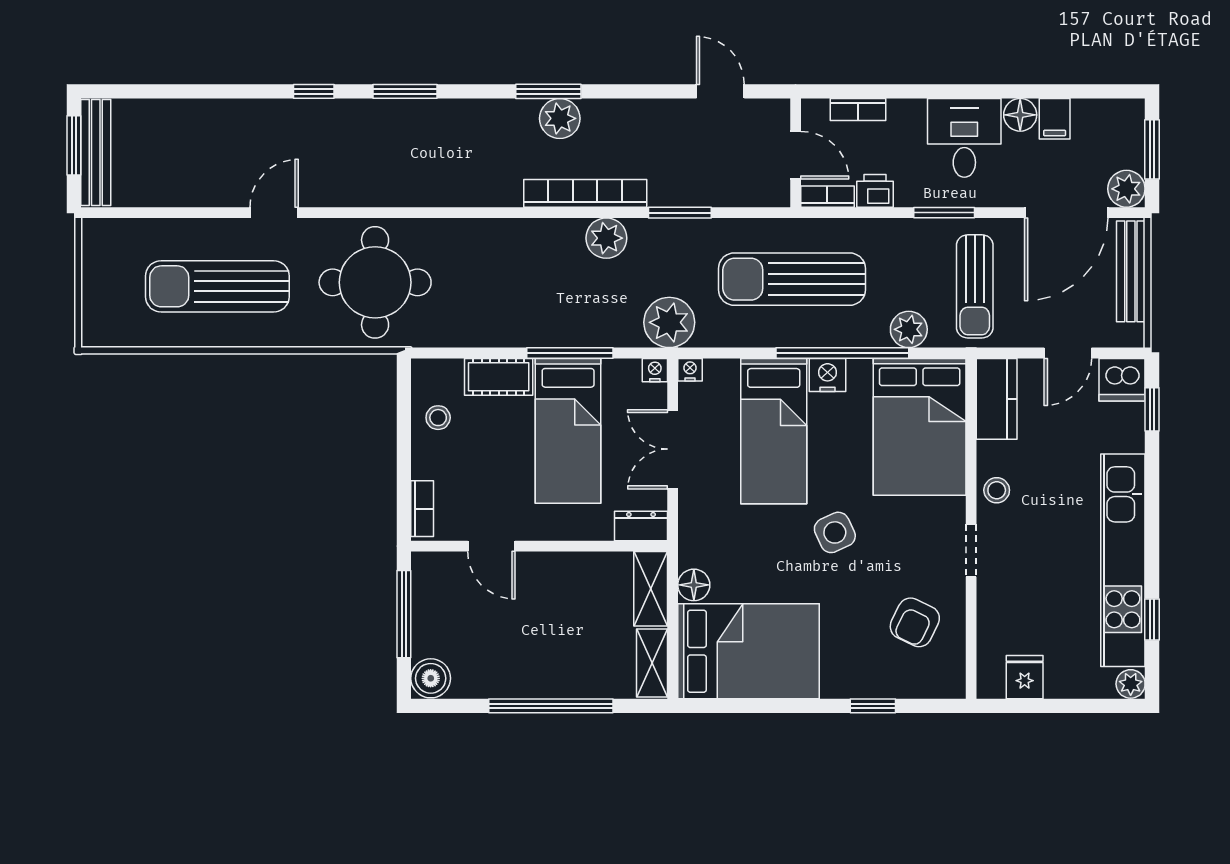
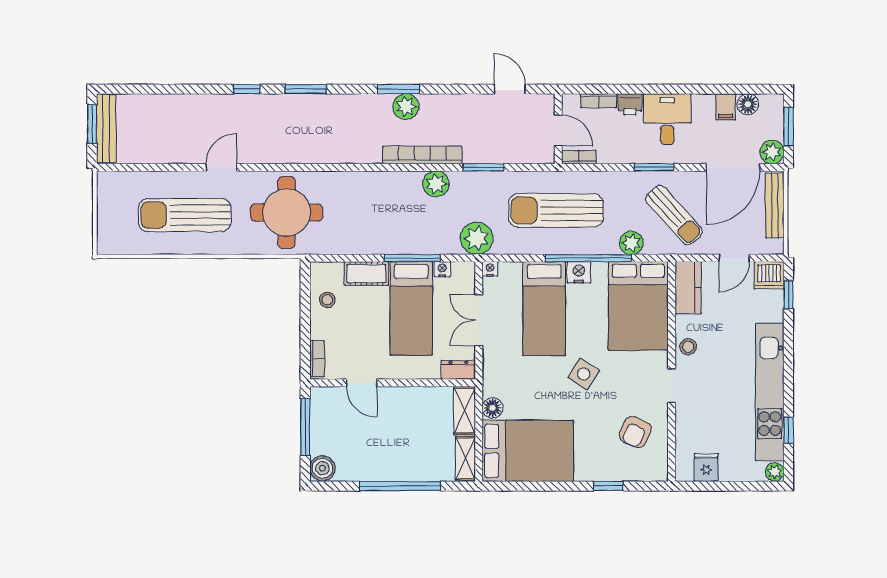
floor lamp: (1020, 115) -> (748, 104), moved
printer: (875, 191) -> (630, 104), moved, turned 180
sun lounger: (975, 286) -> (674, 215), turned -42
nightstand: (655, 370) -> (442, 269), moved
side table: (835, 532) -> (584, 374), turned -32

